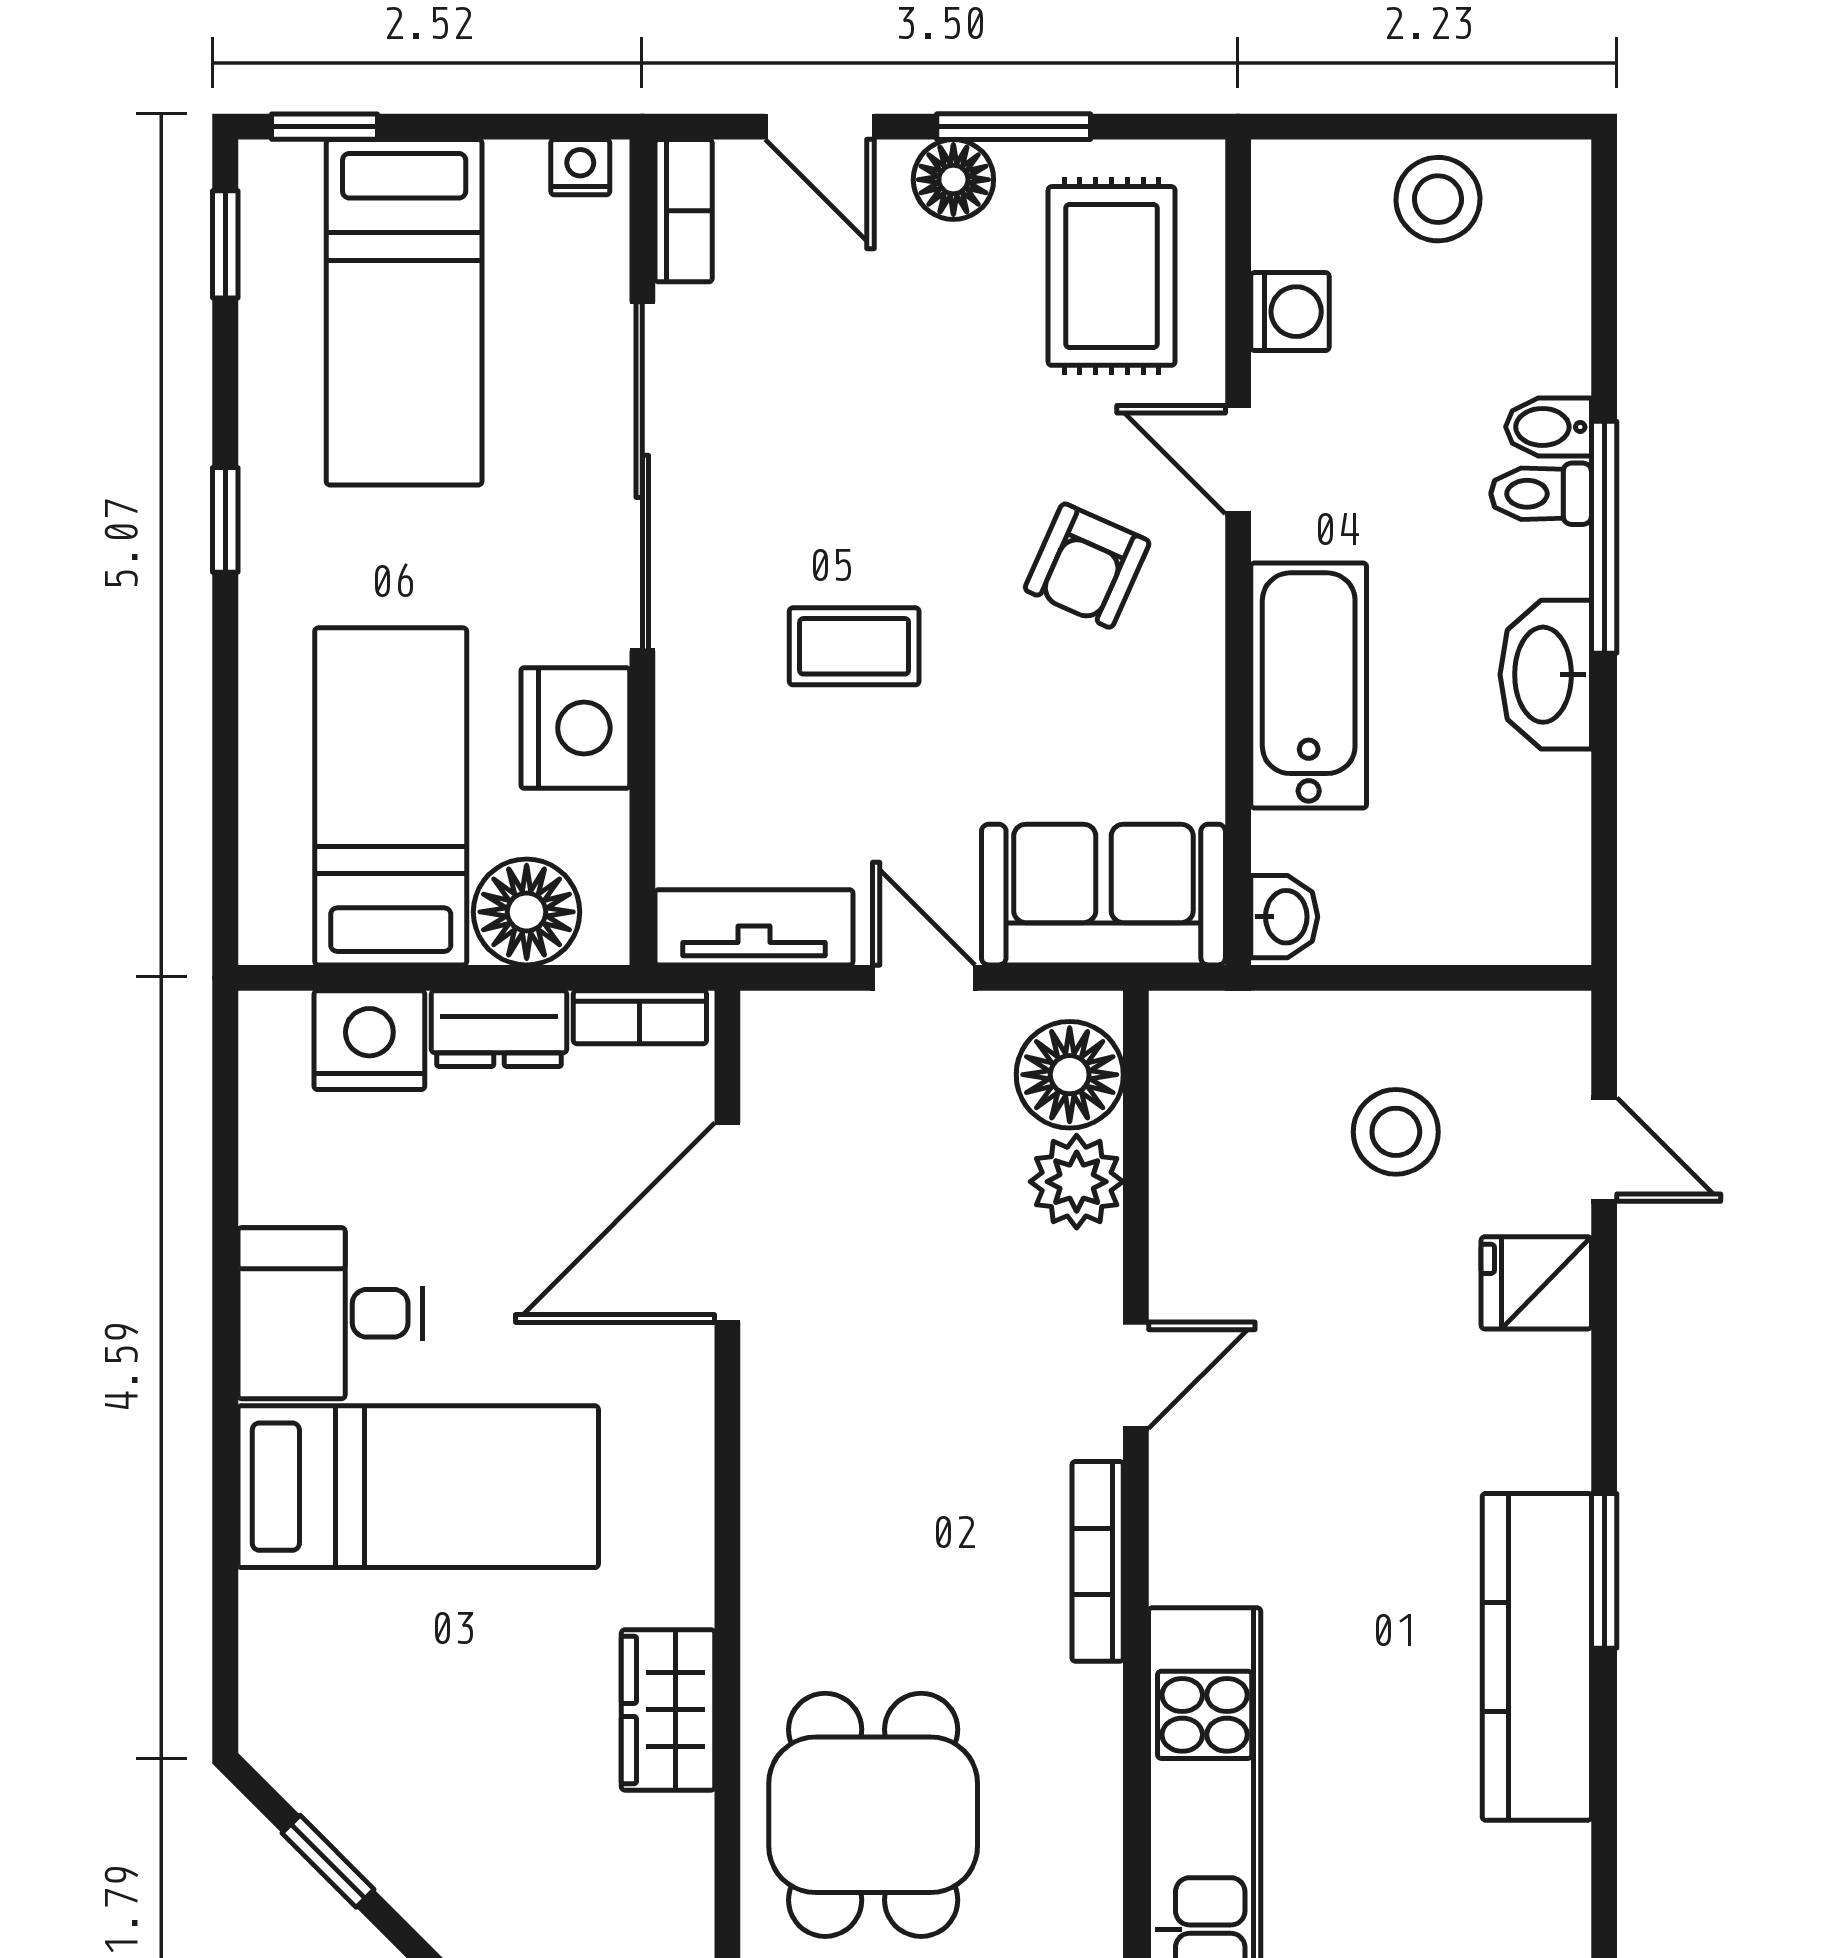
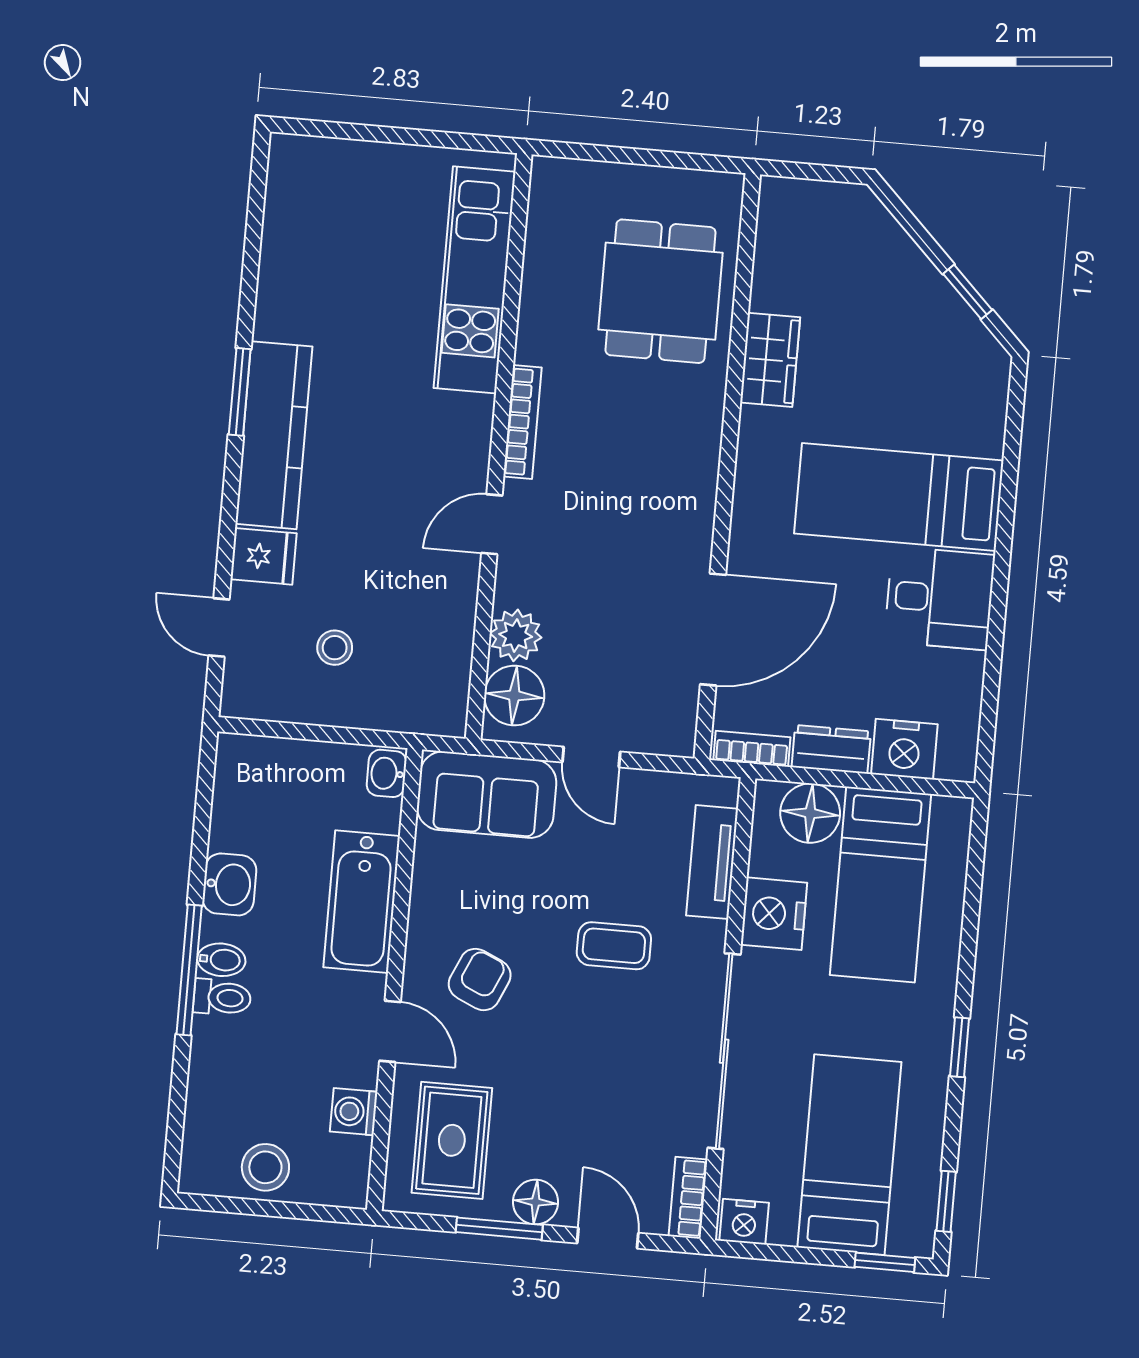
nightstand: (580, 167) -> (744, 1222), width x1.39, depth x1.35
bidet: (1548, 427) -> (221, 960), moved
washbasin: (1546, 675) -> (229, 884), width x0.72
tv unit: (754, 927) -> (712, 862), moved, turned 90
stool: (1396, 1132) -> (335, 648), width x0.73, depth x0.73
kitchen counter: (1537, 1657) -> (274, 435), moved

